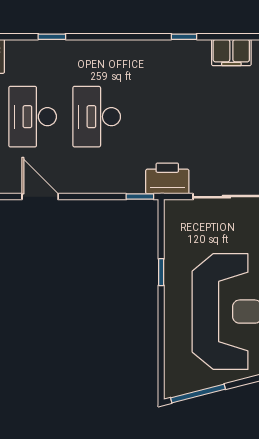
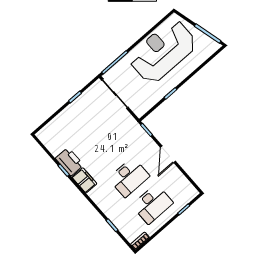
filing cabinet: (231, 52) -> (84, 180), moved
printer: (167, 179) -> (70, 162), moved, turned 180
door: (40, 197) -> (168, 154), moved

